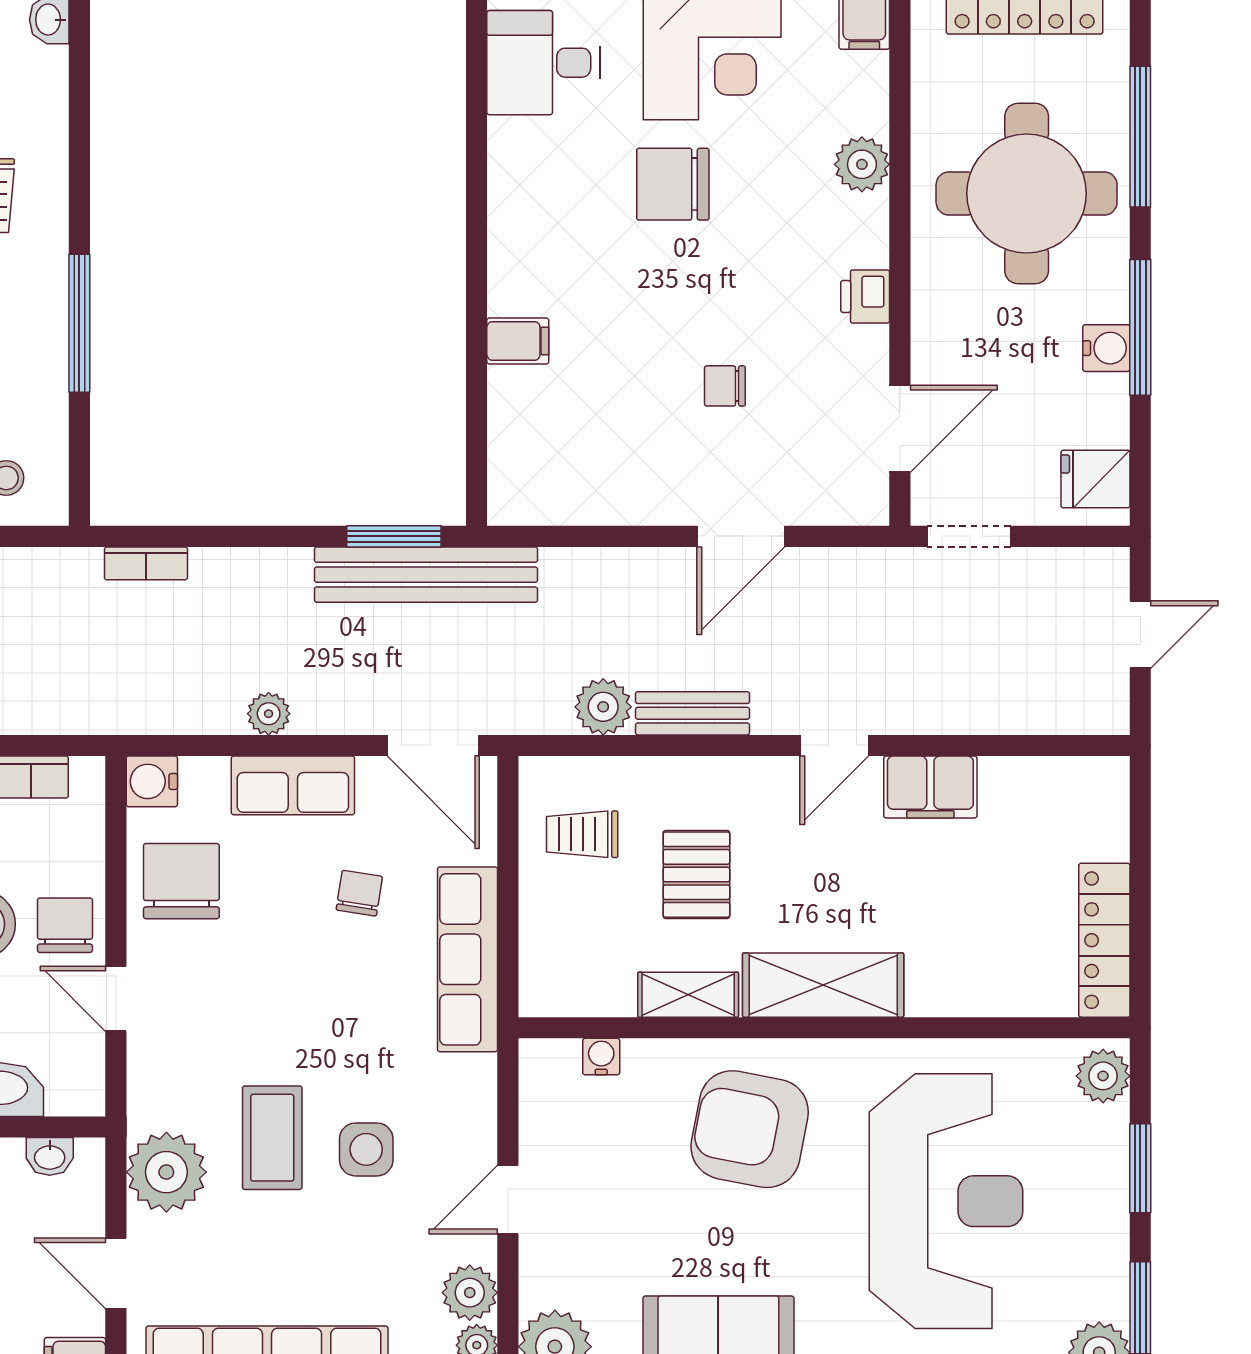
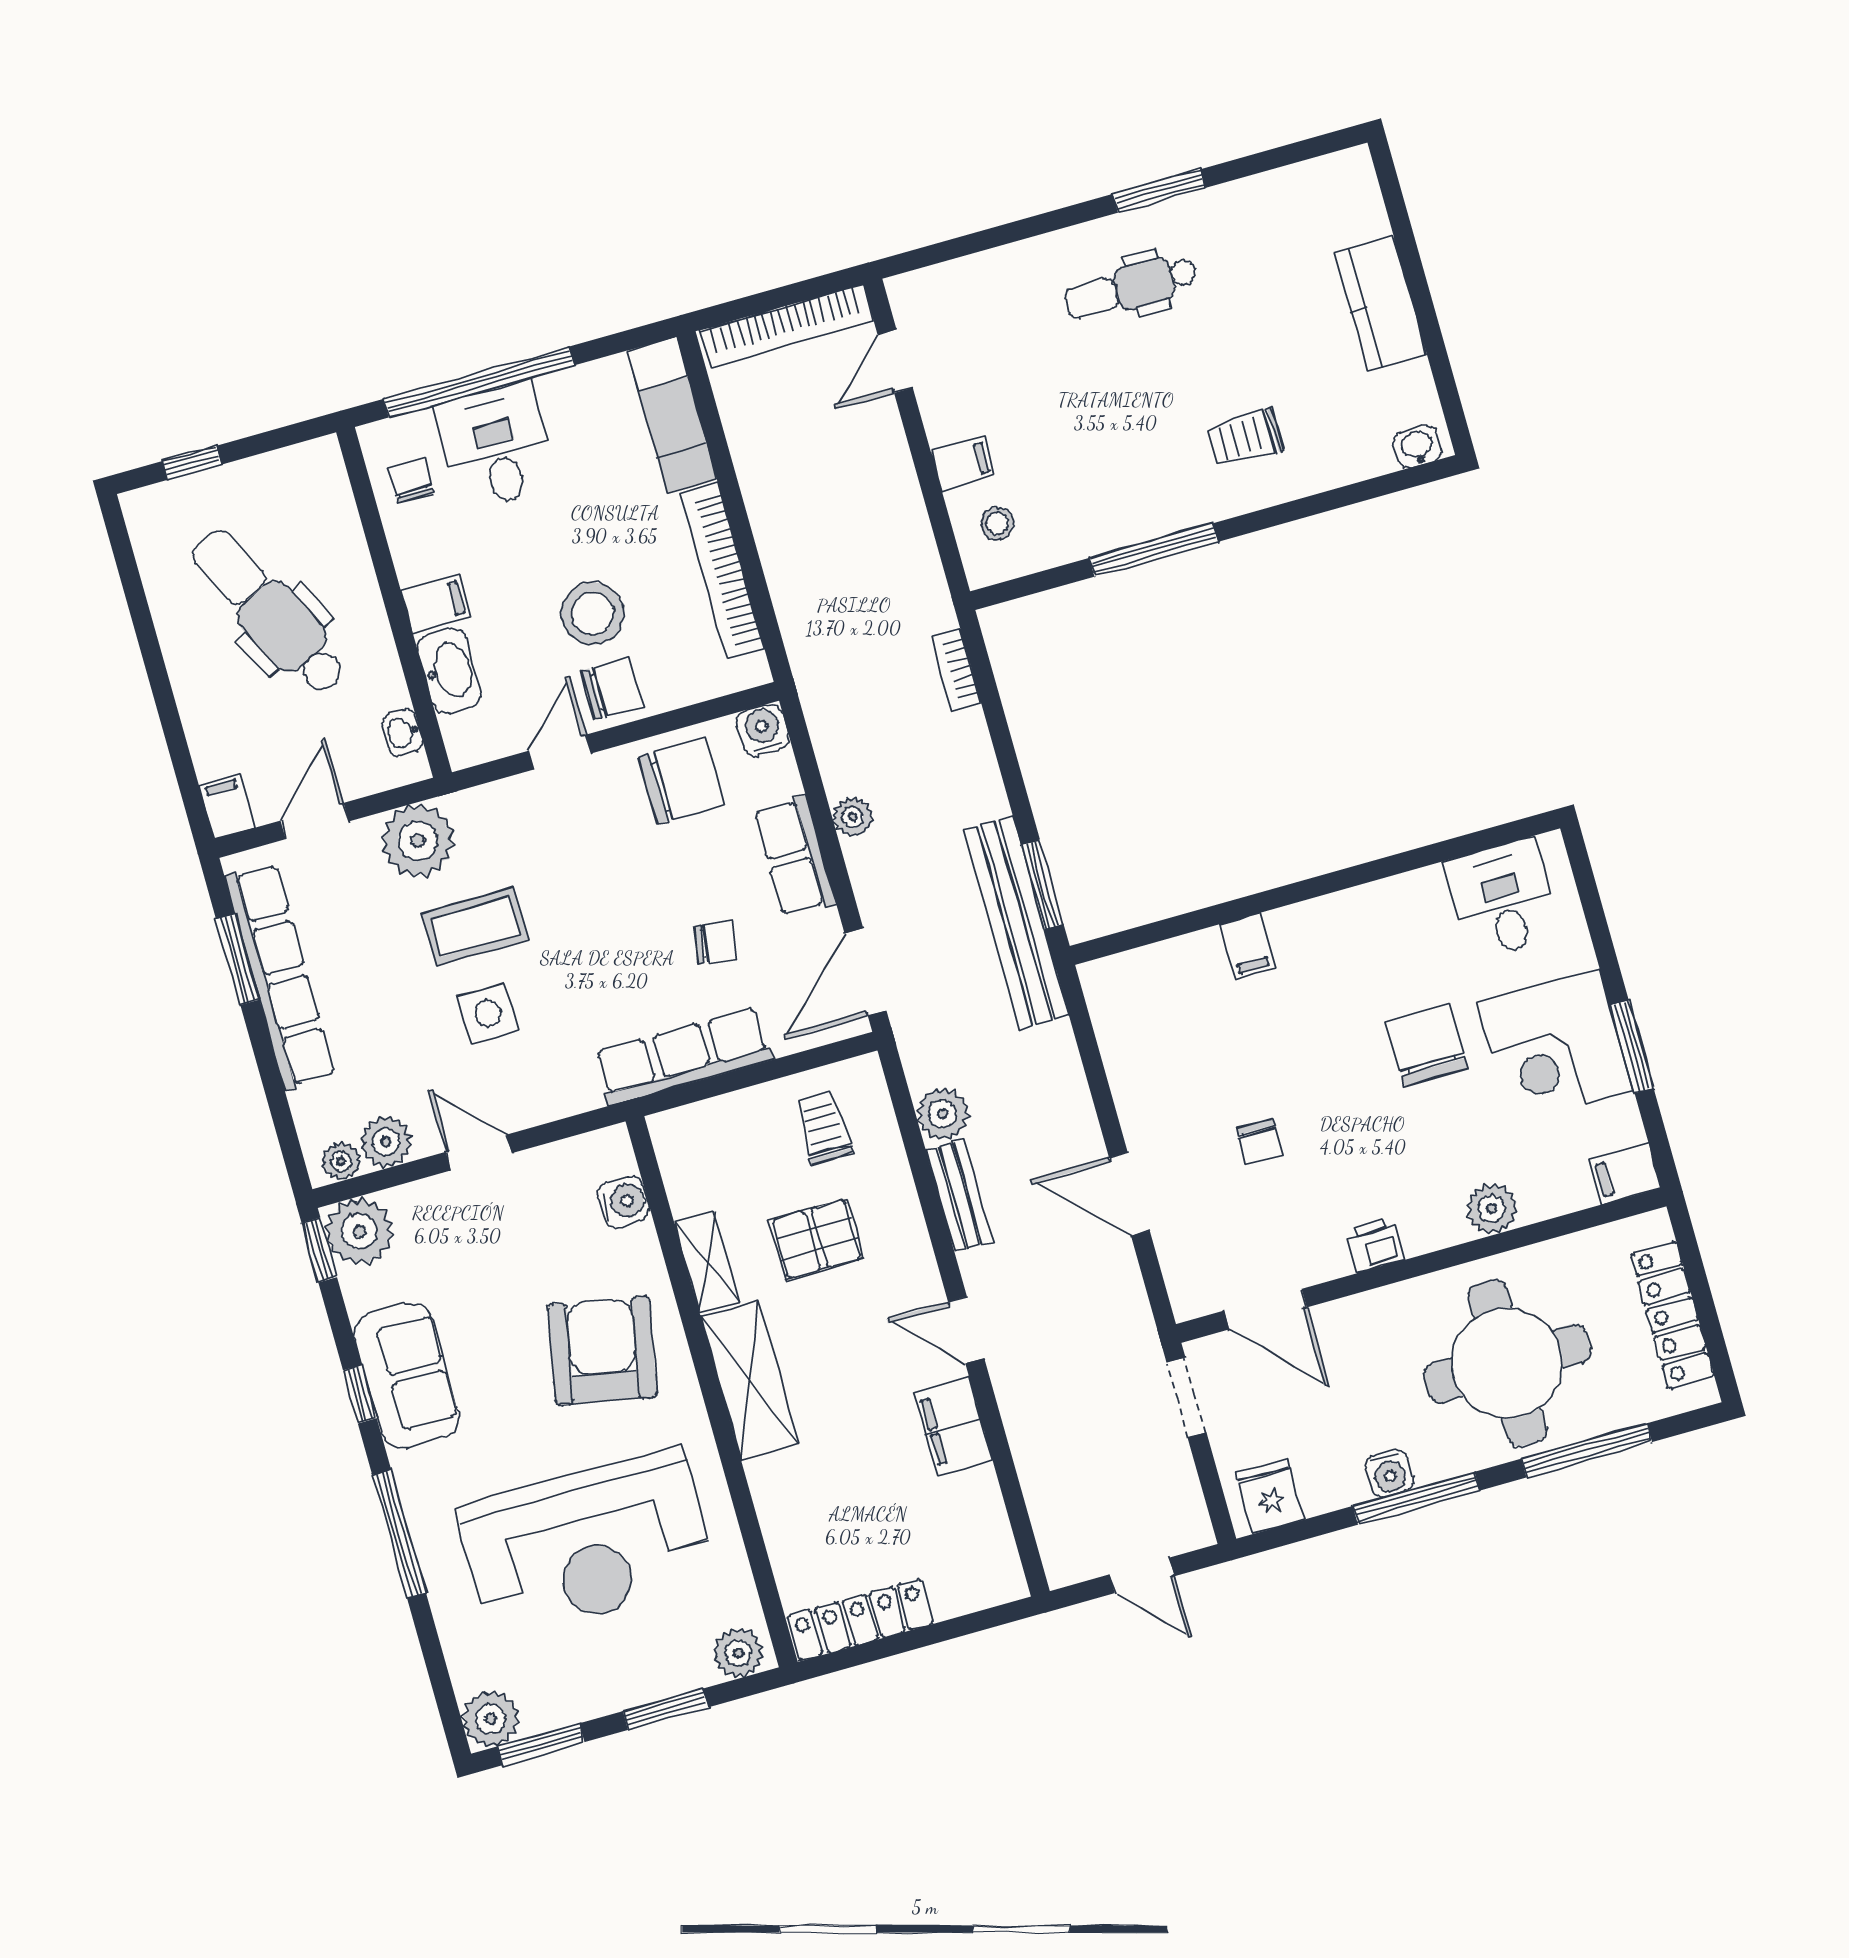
chair: (725, 386) -> (1260, 1142), turned 180
water cooler: (601, 1057) -> (624, 1202), width x1.38, depth x1.38

